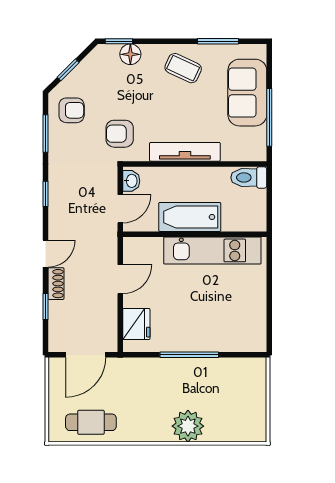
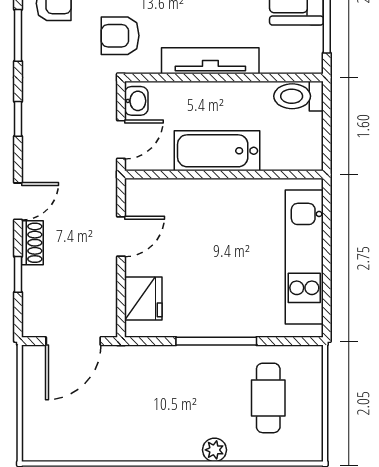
kitchen unit: (212, 250) -> (304, 257), moved, turned 90
cafe table: (91, 422) -> (268, 398), moved, turned 90
plant: (188, 426) -> (214, 450), width x0.53, depth x0.53

